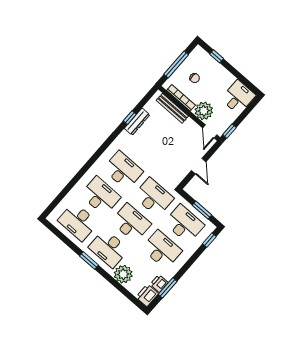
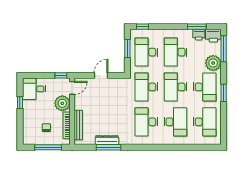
window: (217, 56) -> (20, 103), moved
window: (130, 118) -> (108, 147), width x2.17
desk: (100, 196) -> (175, 122), turned 180
window: (128, 294) -> (224, 49), added

